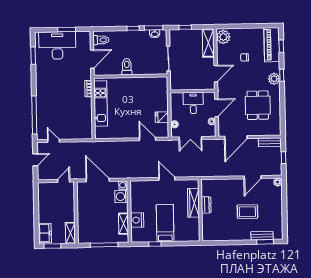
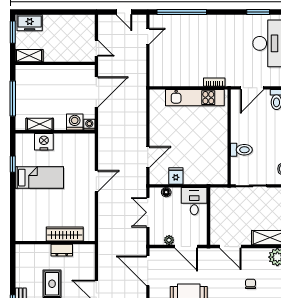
door: (92, 59) -> (252, 88), hinge flipped
toilet: (127, 67) -> (241, 150), moved
desk: (193, 103) -> (194, 201), moved, turned -90
wardrobe: (193, 203) -> (65, 234), moved
dresser: (206, 205) -> (62, 250), moved
wall: (200, 210) -> (55, 243), moved

